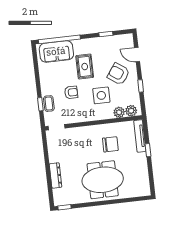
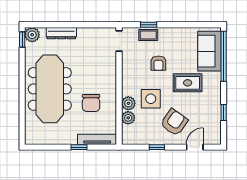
plant: (131, 111) -> (128, 103), moved
meeting table: (103, 180) -> (50, 89), width x1.36
plant: (60, 199) -> (32, 35), added

